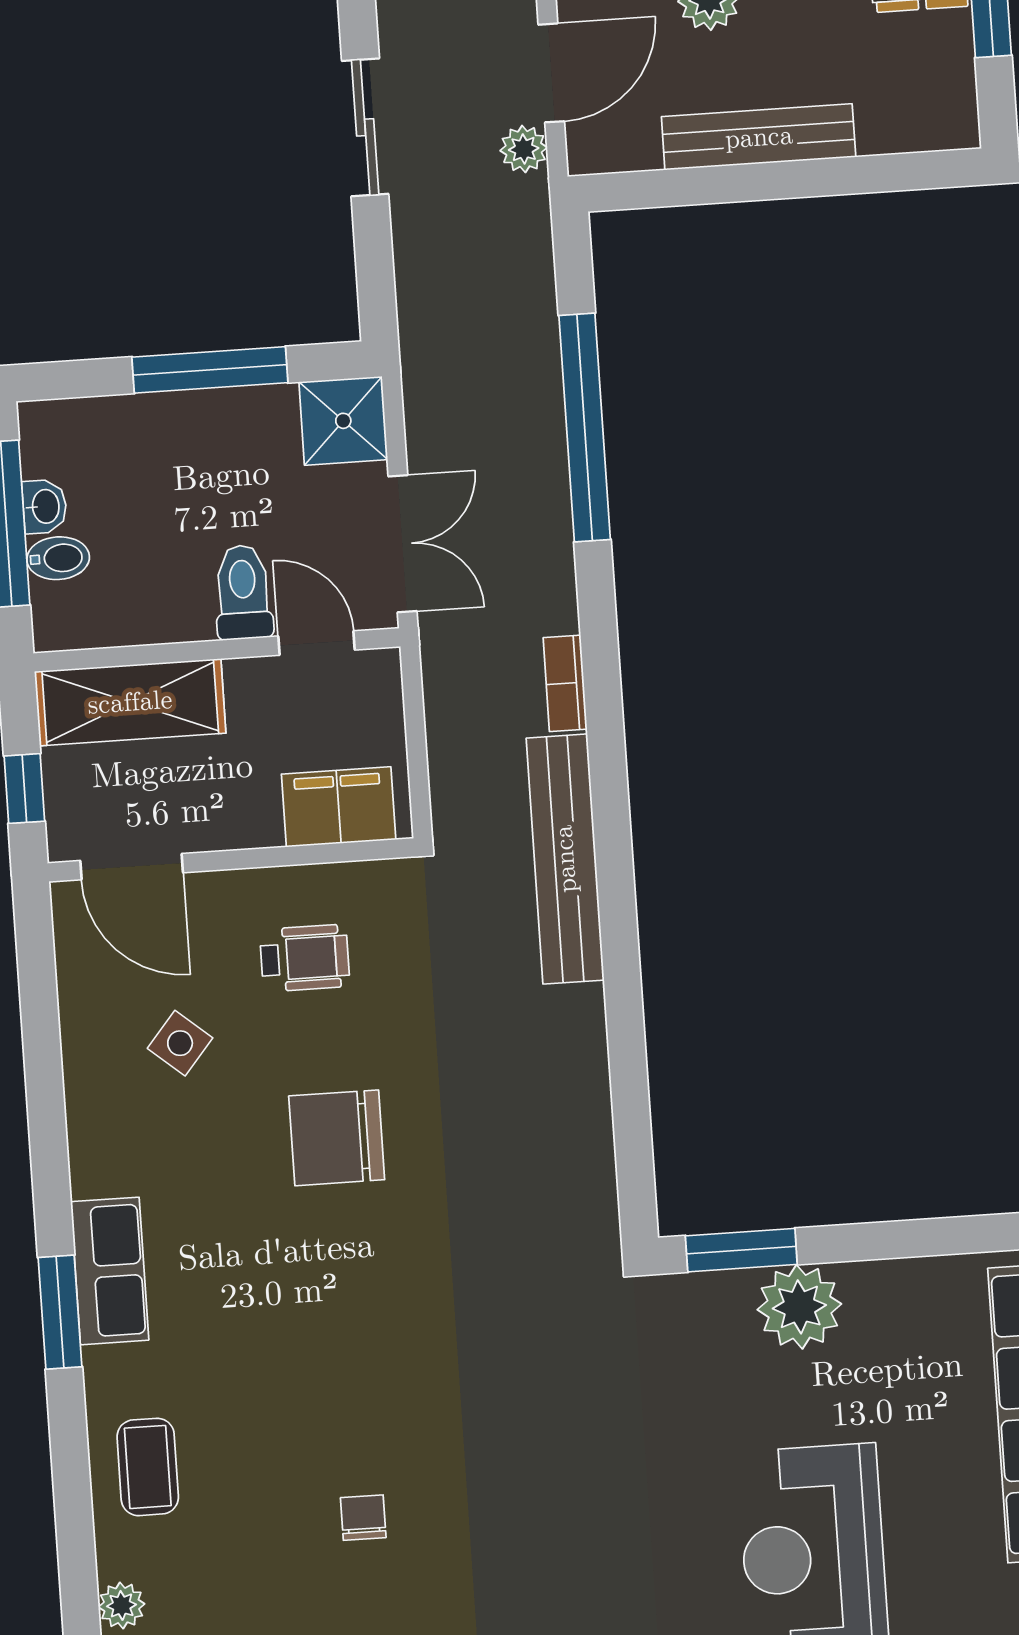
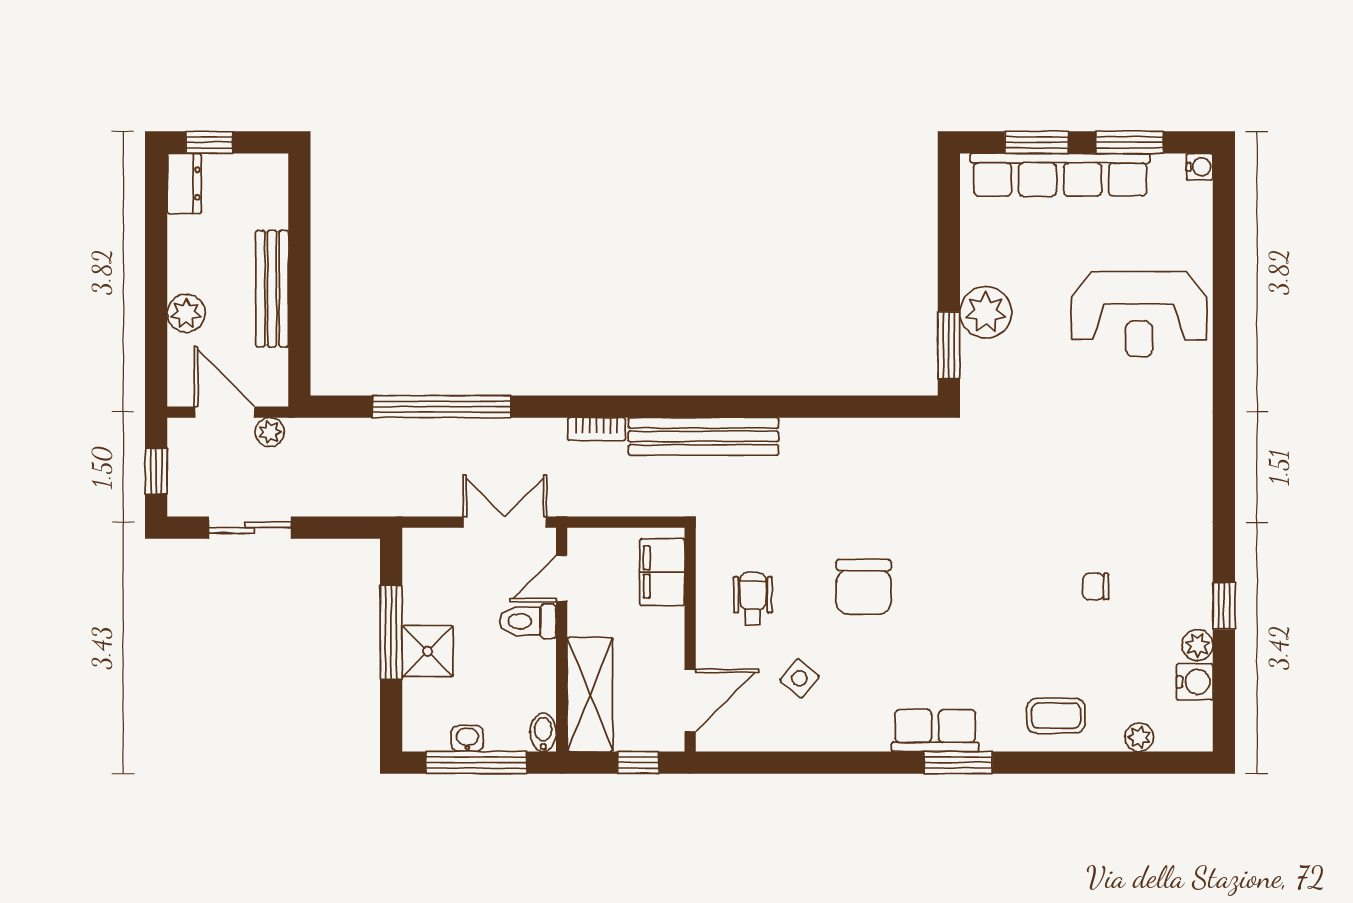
shower: (343, 421) -> (428, 651), moved
bidet: (58, 558) -> (543, 732), moved

